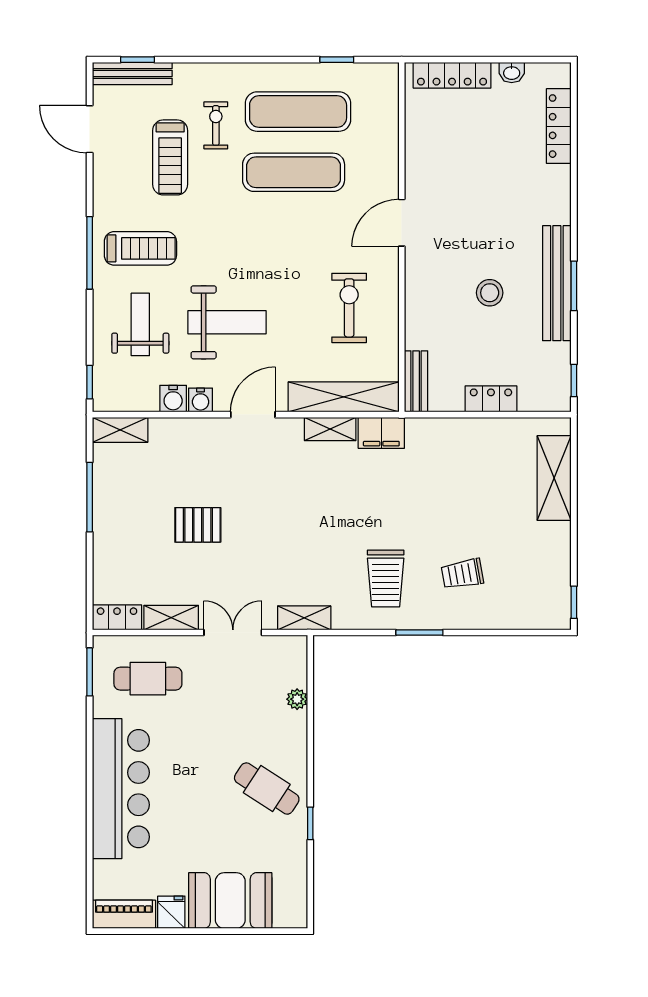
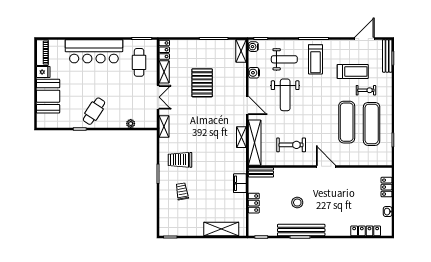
locker: (452, 75) -> (387, 187), width x0.66
treadmill: (170, 157) -> (353, 72), turned 180
water cooler: (201, 400) -> (253, 47), moved
filing cabinet: (381, 433) -> (240, 183), moved
pallet: (198, 525) -> (202, 83), width x1.50, depth x1.42

